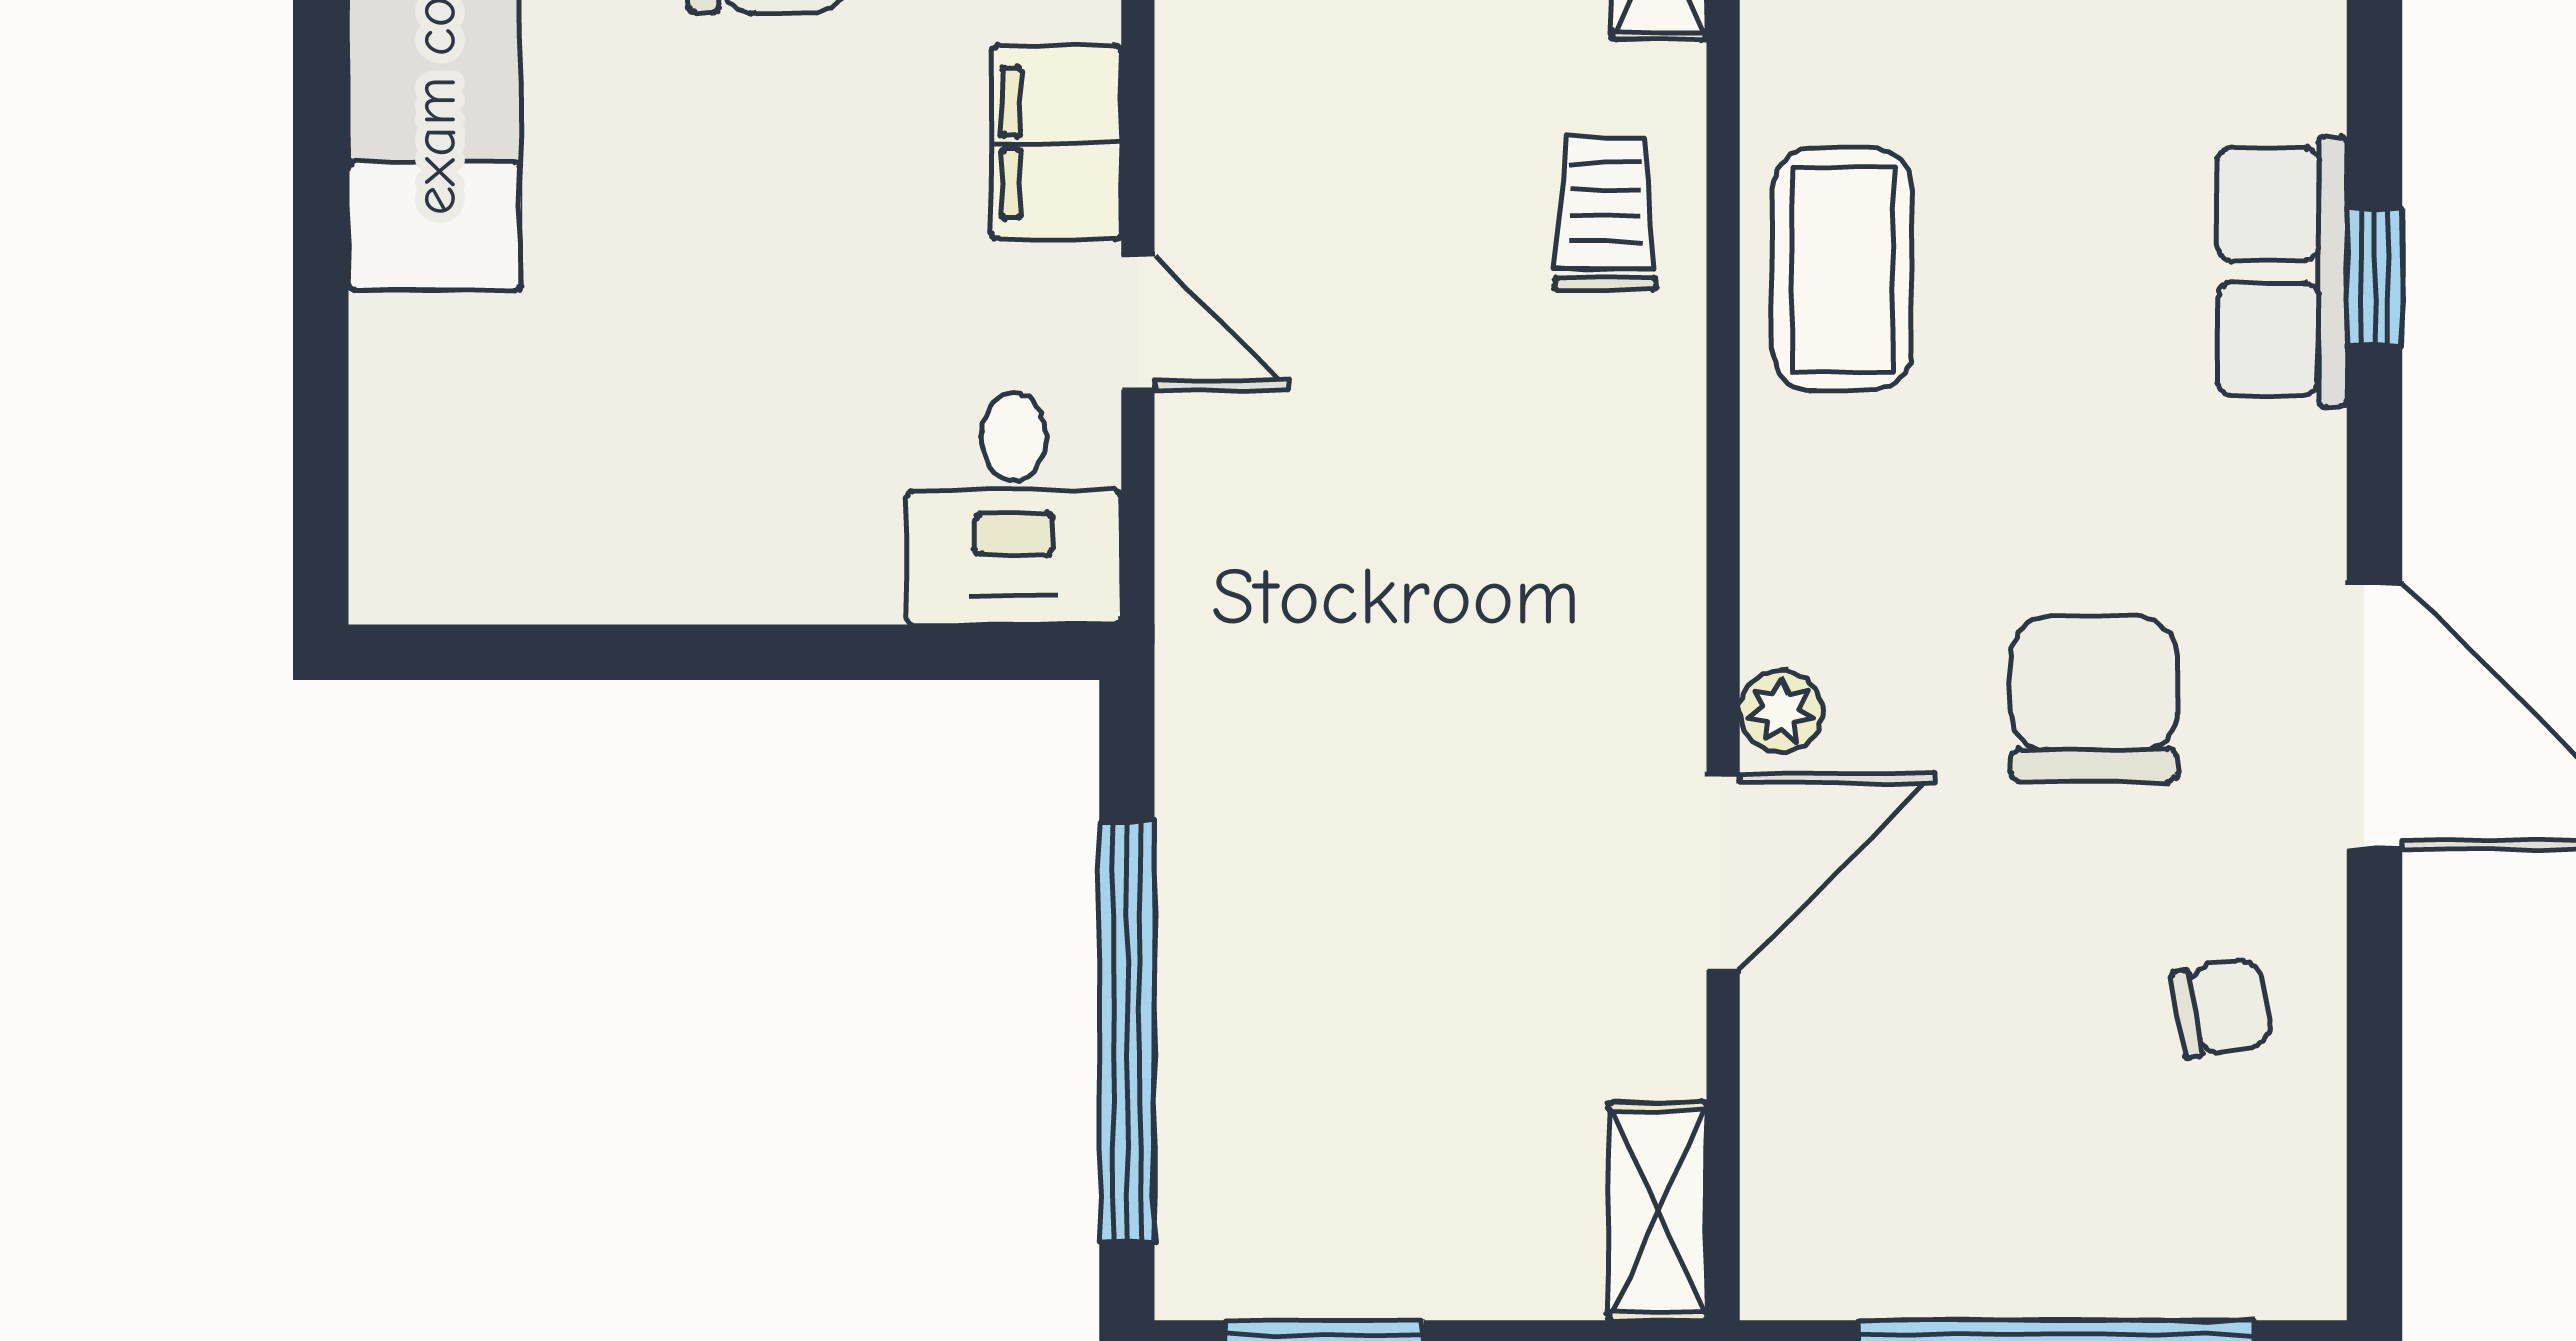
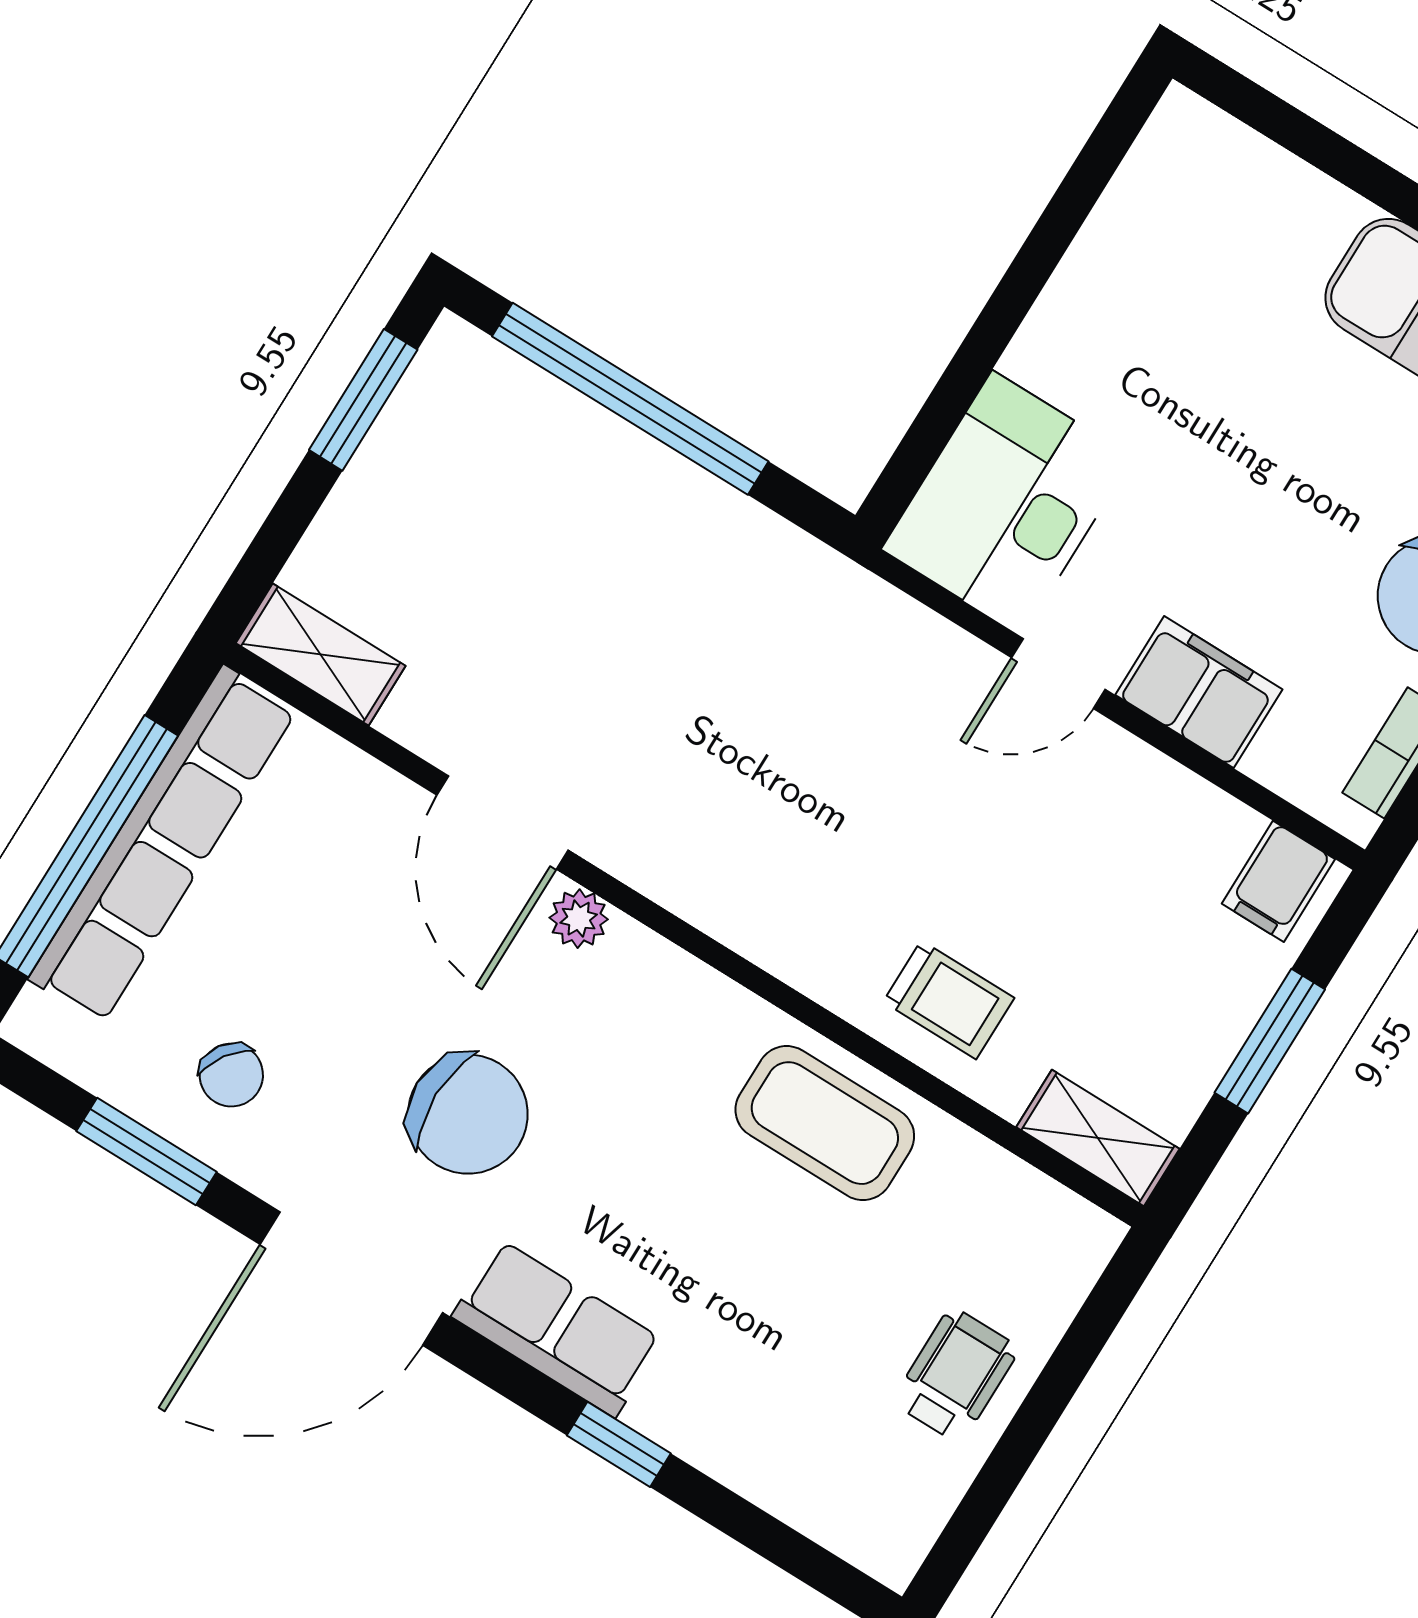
row of seats: (2282, 272) -> (557, 1328), moved
desk: (1014, 509) -> (1007, 503), width x1.37
chair: (2222, 1008) -> (231, 1075), turned -45
window: (2375, 1052) -> (146, 1152), added
row of seats: (1999, 1259) -> (163, 845), added

